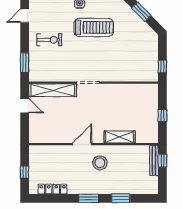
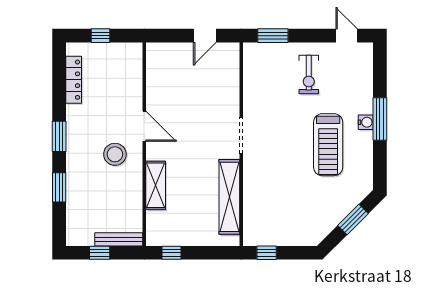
shelving: (53, 90) -> (229, 197), moved
window: (162, 115) -> (172, 253), moved
window: (162, 161) -> (100, 253), moved

